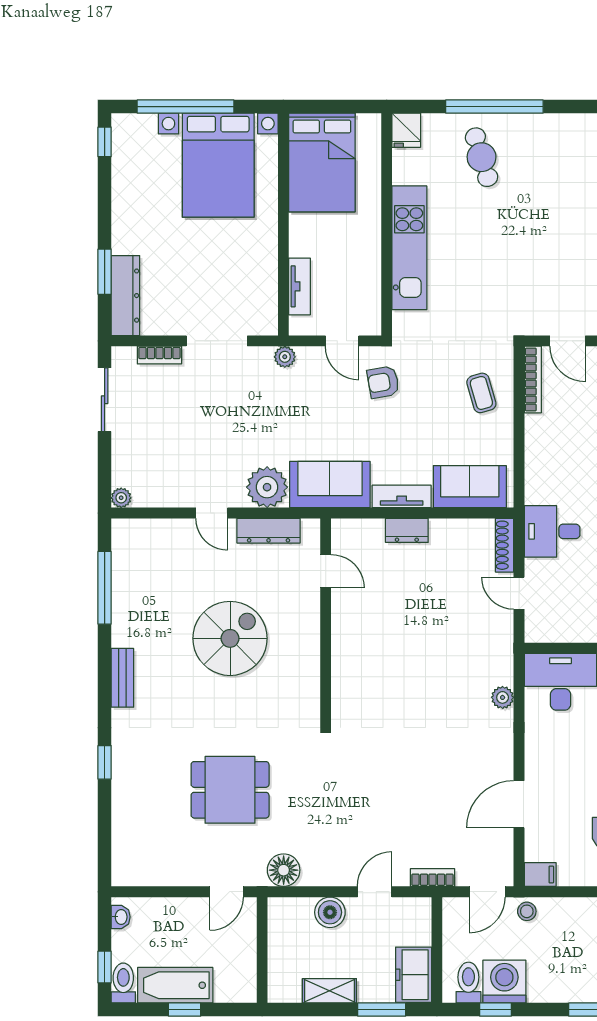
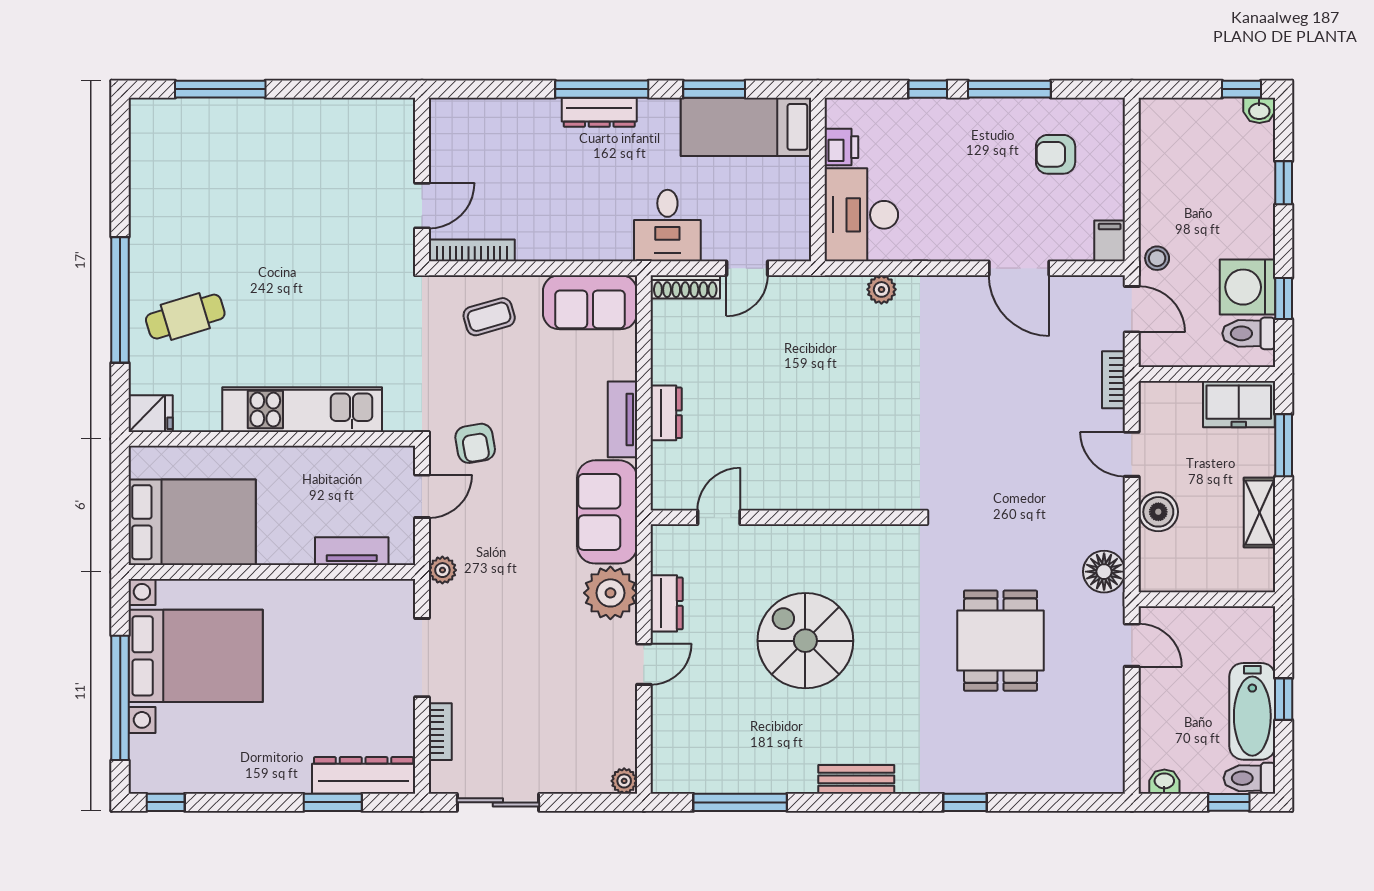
sofa: (470, 487) -> (590, 302), moved, turned -90
dresser: (269, 531) -> (667, 603), width x0.70

